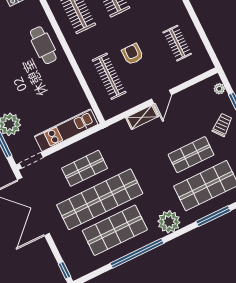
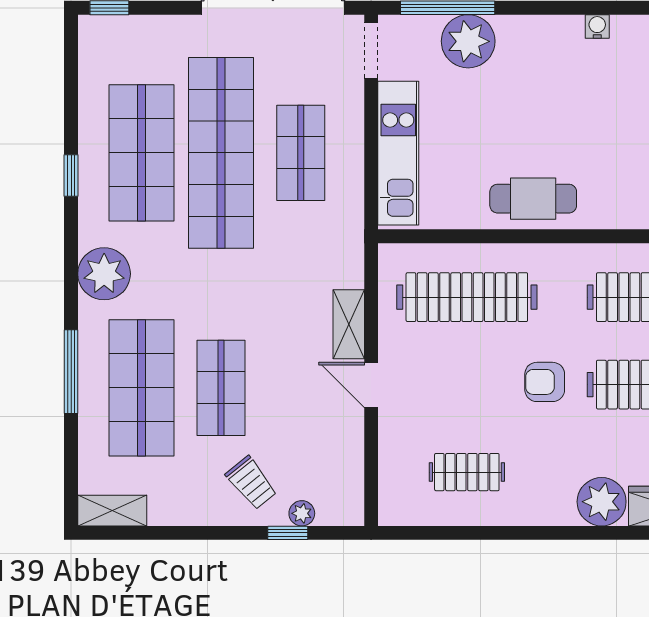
cafe table: (43, 45) -> (533, 199), moved
armchair: (133, 54) -> (545, 382), moved, turned 180
clothes rail: (109, 76) -> (467, 297), width x1.37, depth x1.31
plant: (219, 89) -> (302, 513), moved
window: (137, 253) -> (71, 176), width x0.32

